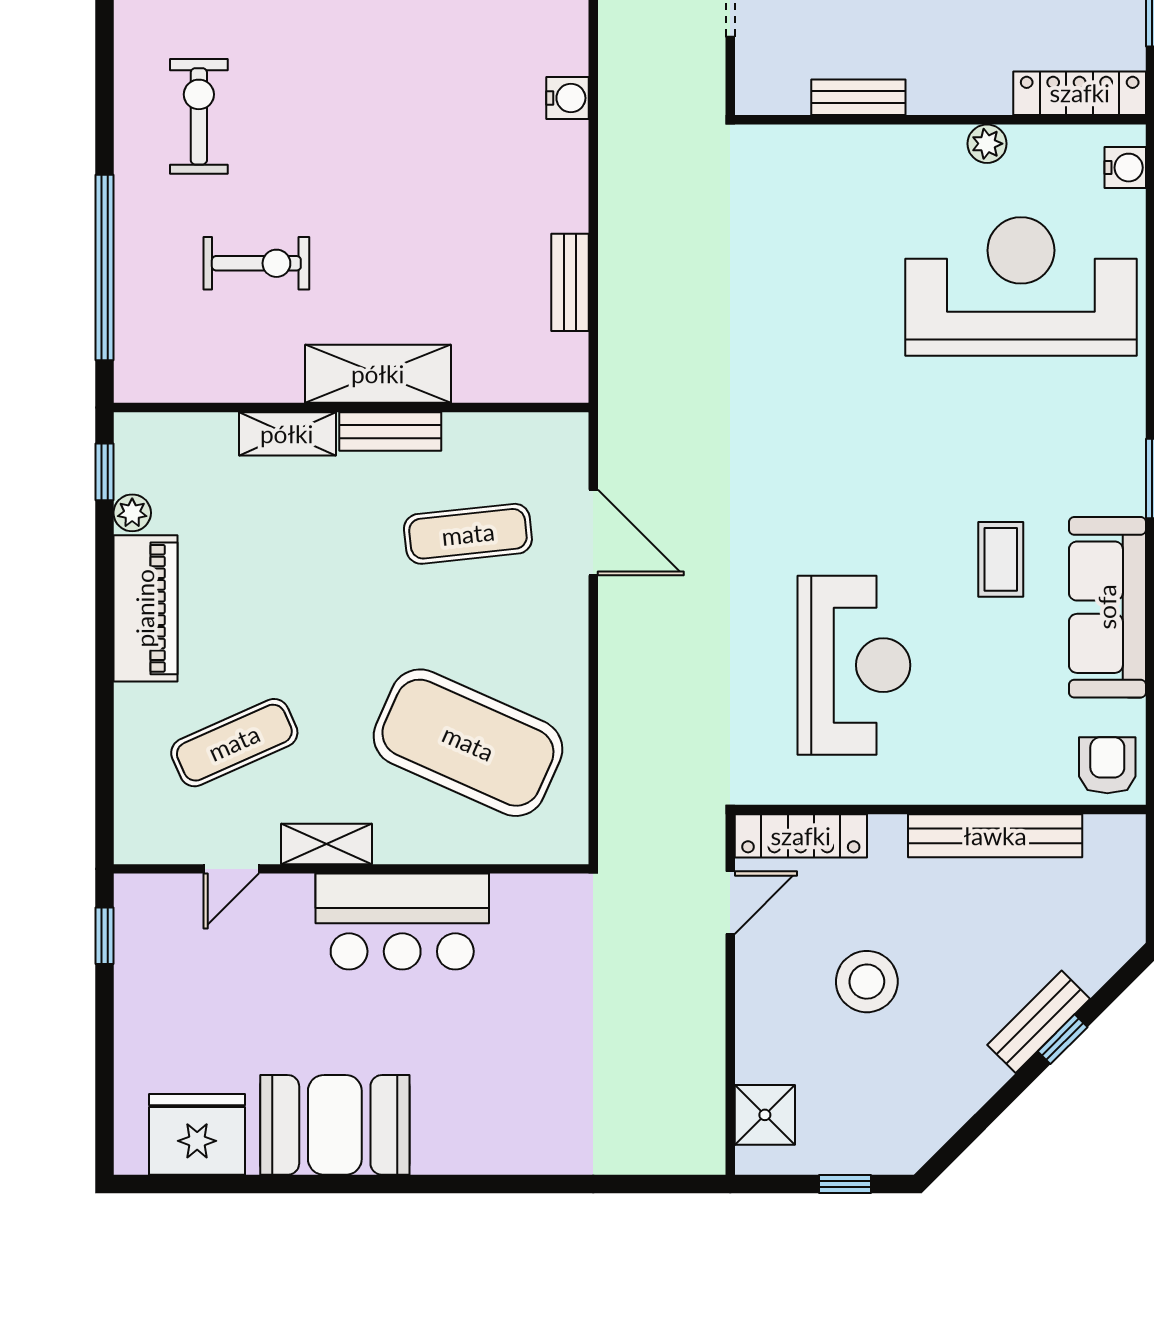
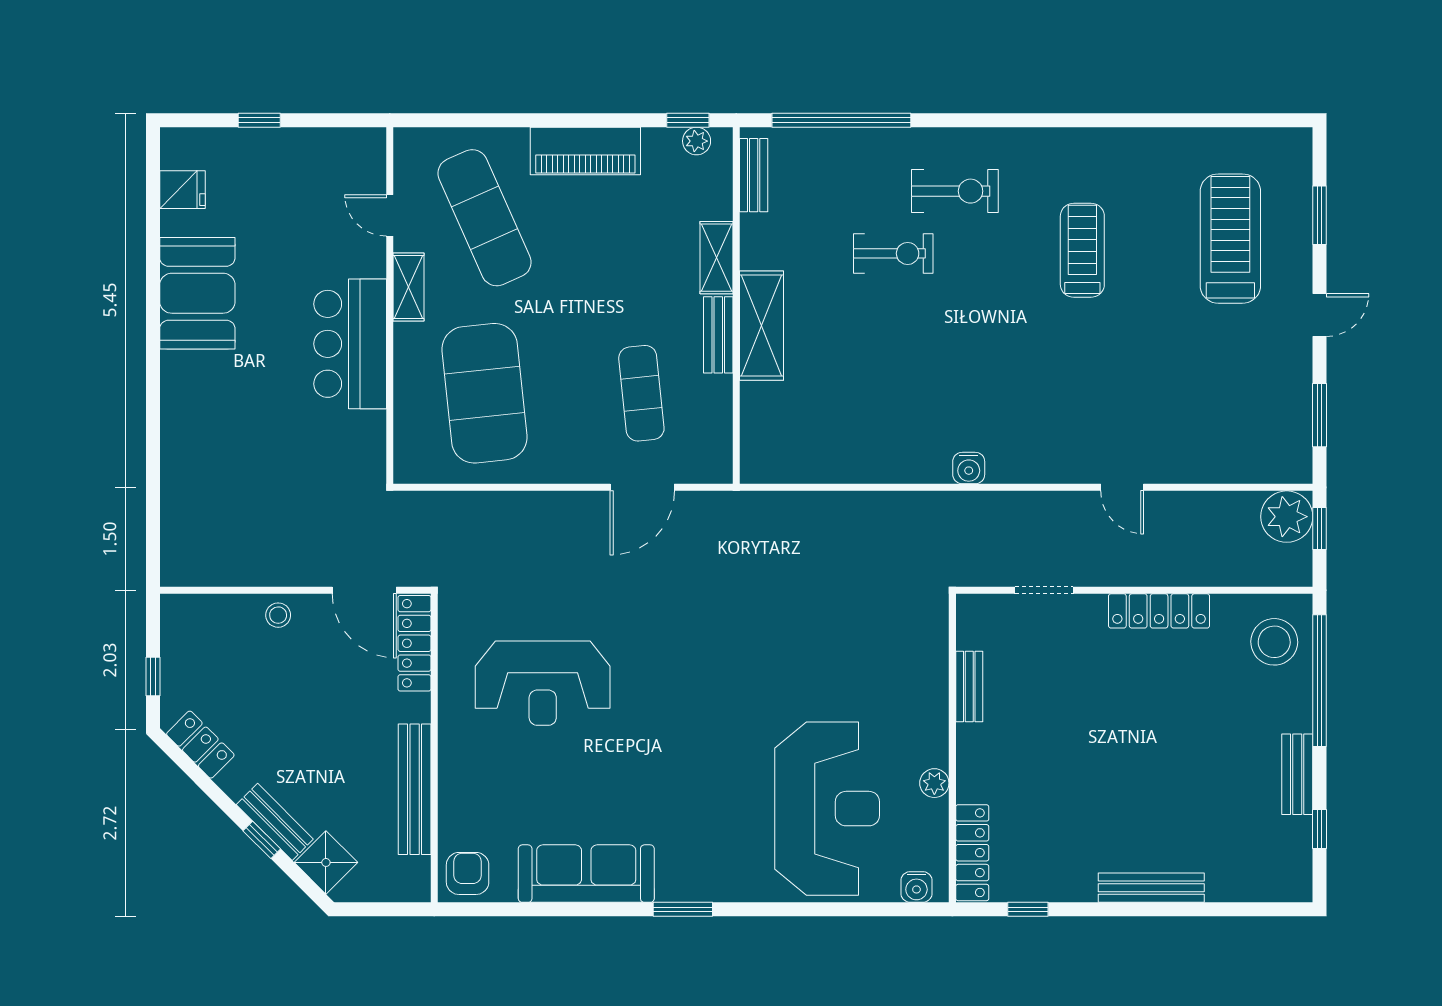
exercise bike: (256, 263) -> (893, 253), moved, turned -90
bench: (570, 282) -> (754, 175), moved, turned 90
plant: (132, 513) -> (697, 141), moved
coffee table: (1001, 559) -> (622, 793), removed
exercise mat: (234, 743) -> (484, 218), width x1.36, depth x1.45
exercise mat: (468, 743) -> (484, 393), turned -30
armchair: (1107, 765) -> (468, 873), turned -90
door: (730, 903) -> (364, 590), width x1.38
window: (104, 936) -> (259, 120), moved
stool: (867, 982) -> (278, 615), moved, width x0.53, depth x0.53
shower: (765, 1115) -> (326, 862), moved, turned 45
locker: (936, 1121) -> (200, 745), added
fridge: (197, 1134) -> (183, 190), width x0.53, depth x0.75

